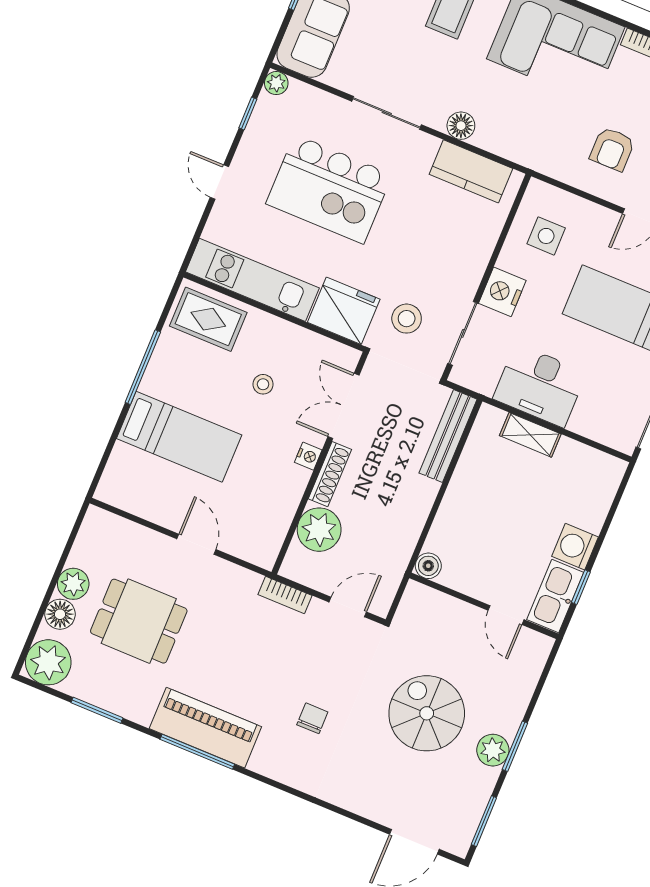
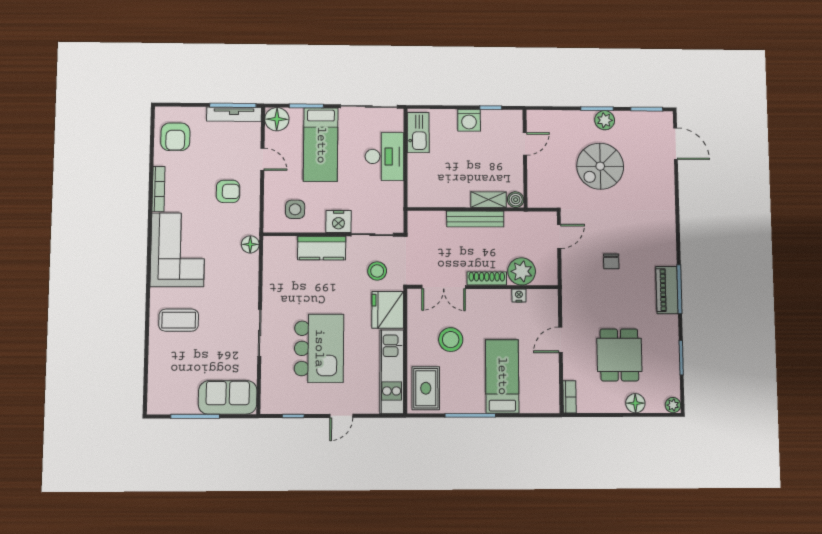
plant: (276, 83) -> (268, 407), removed
floor lamp: (461, 126) -> (250, 244), moved
kitchen counter: (471, 171) -> (322, 248), moved, turned 90
stool: (263, 384) -> (451, 340), width x1.89, depth x1.89
desk: (540, 386) -> (384, 157), moved
shelving: (530, 435) -> (489, 200), moved, turned 90
bench: (448, 436) -> (475, 219), moved
nightstand: (308, 456) -> (519, 295), moved
plant: (73, 584) -> (614, 403), removed
bookcase: (285, 595) -> (570, 397), moved
kitchen sink: (555, 596) -> (418, 133), moved, turned -90
door: (348, 607) -> (559, 236), swing flipped
plant: (48, 662) -> (673, 405), width x0.53, depth x0.53
chair: (312, 718) -> (611, 261), moved, turned -90
piano: (205, 728) -> (667, 290), width x0.73, depth x0.75

